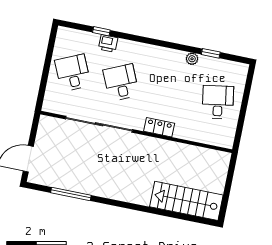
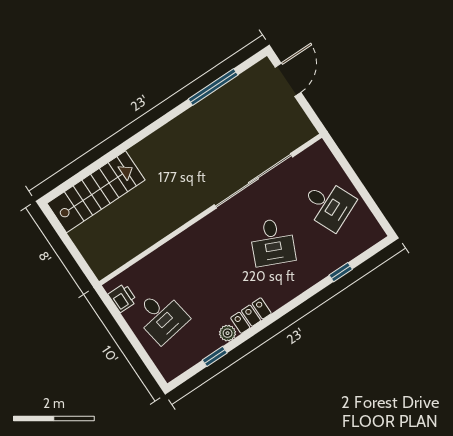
printer: (108, 43) -> (123, 298), moved, turned 90
desk: (121, 83) -> (272, 242), turned 48
locker: (159, 127) -> (251, 316), moved, turned 180

